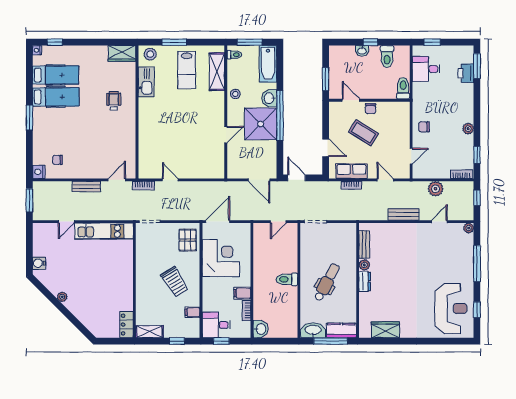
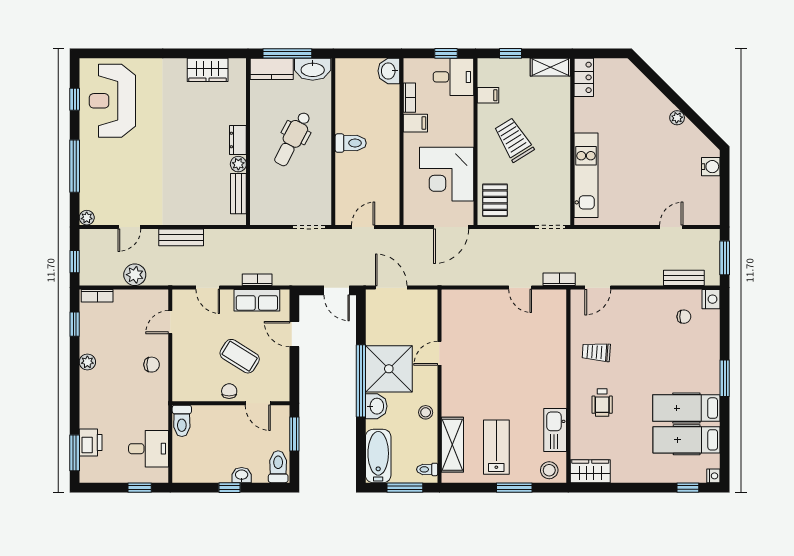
toilet: (387, 57) -> (278, 467), moved
trolley: (118, 135) -> (596, 352), added
bench: (86, 187) -> (684, 278), moved
kitchen unit: (104, 231) -> (586, 175), moved, turned 90

